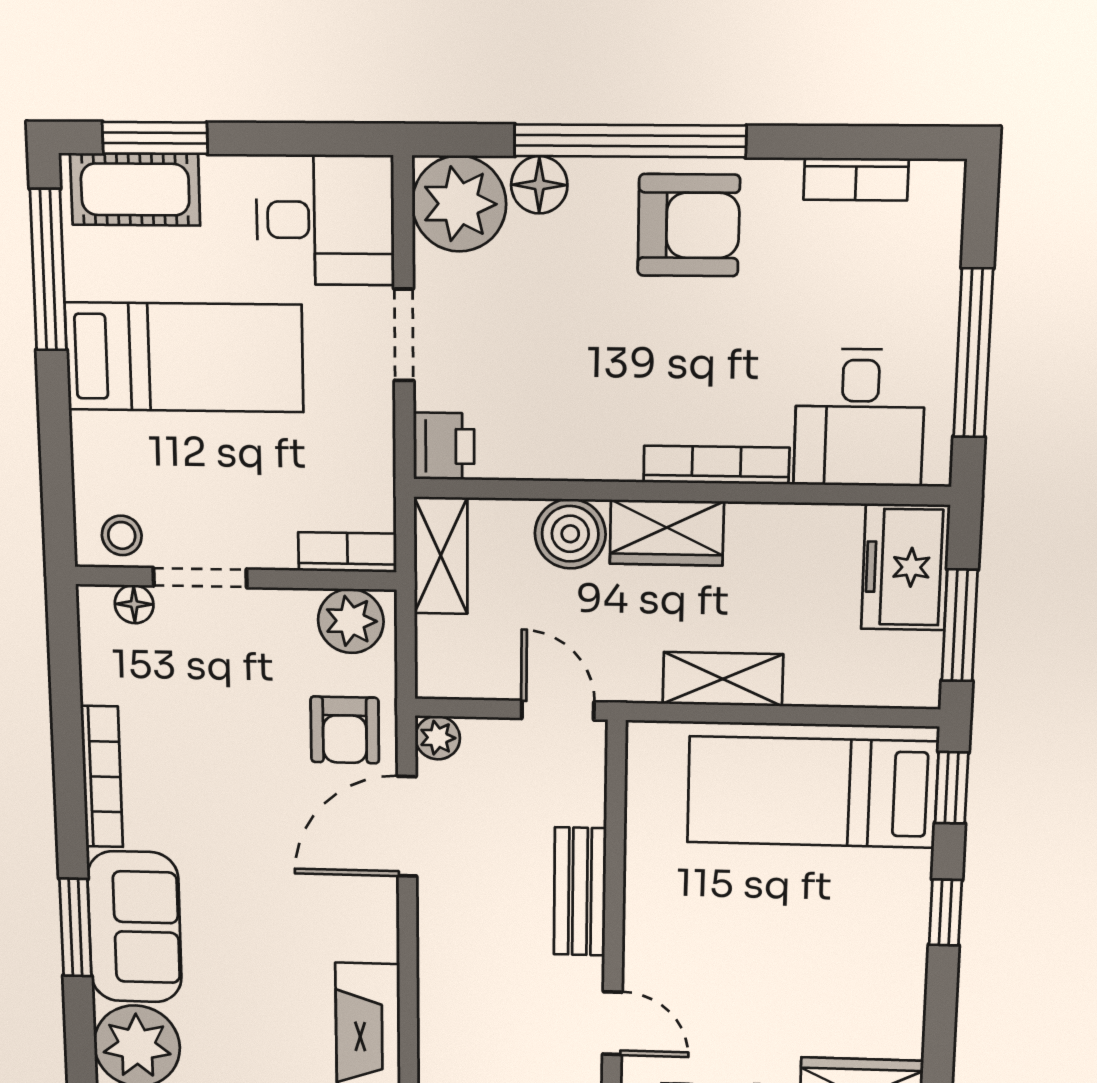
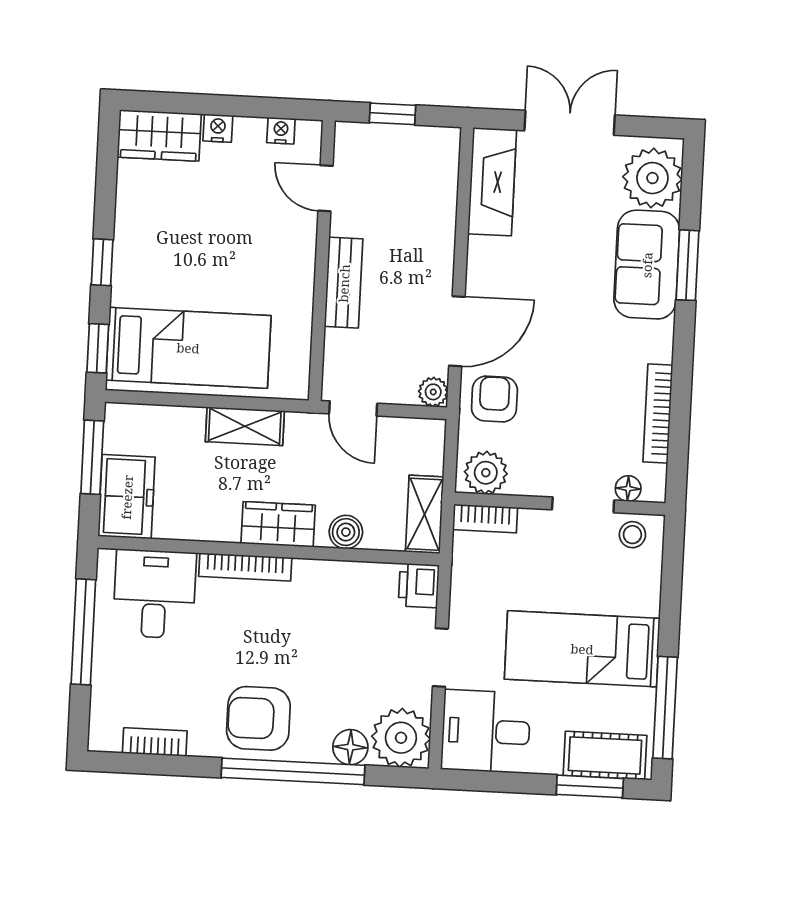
boiler: (570, 534) -> (346, 532), width x0.73, depth x0.73
bookcase: (102, 777) -> (658, 413), moved

